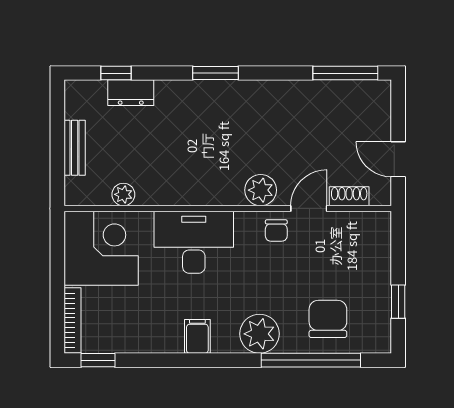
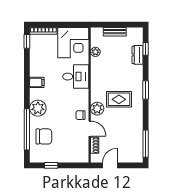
rug: (238, 138) -> (119, 99), added
desk: (194, 242) -> (76, 77), width x0.73

